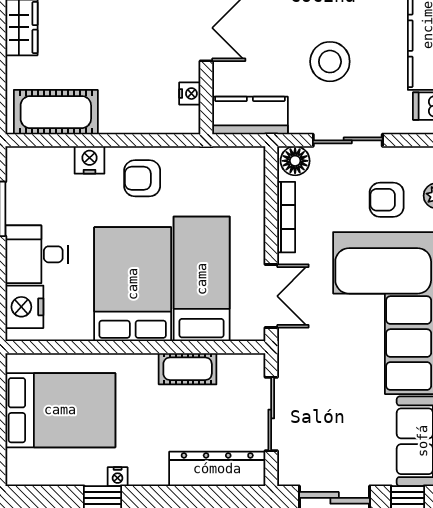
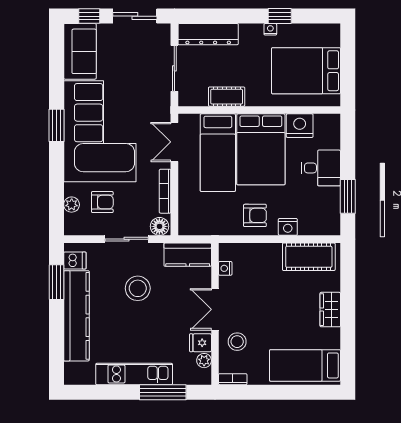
nightstand: (24, 307) -> (300, 126), moved, turned -90

